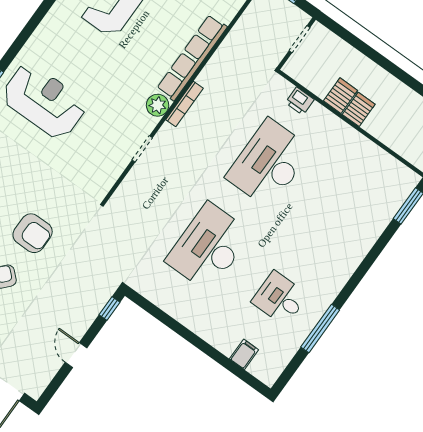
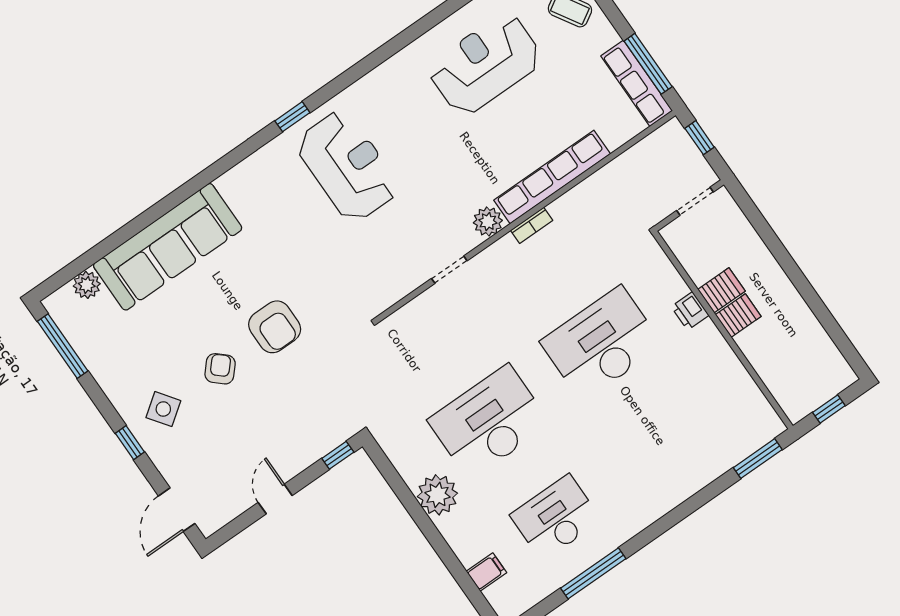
printer: (300, 101) -> (690, 311), moved
bookcase: (184, 104) -> (532, 225), width x0.64
desk: (280, 298) -> (556, 518), width x1.37
plant: (190, 312) -> (437, 495), added

